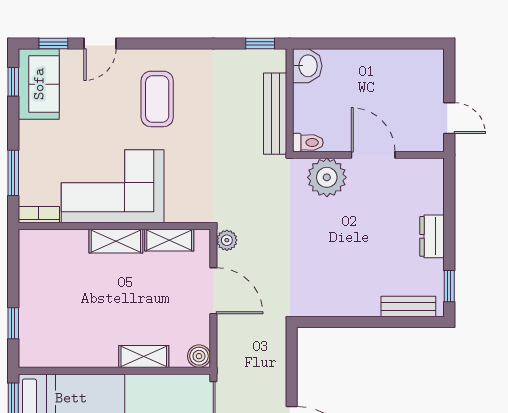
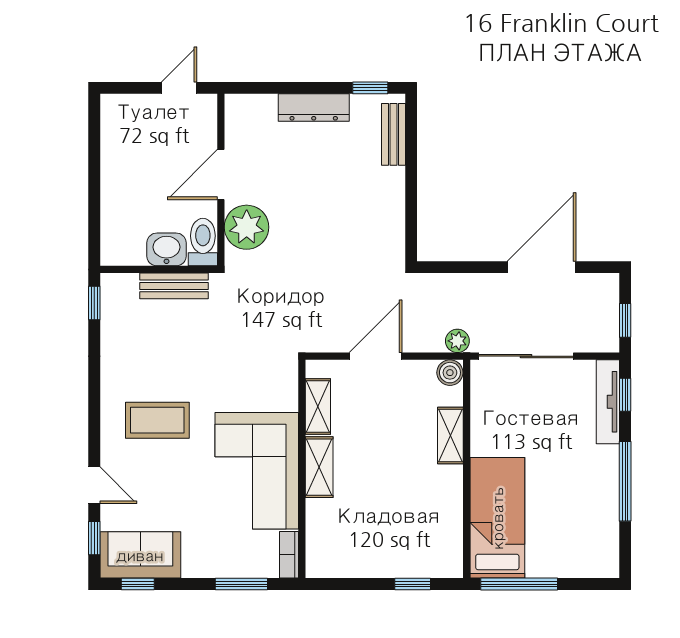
washbasin: (307, 66) -> (166, 249), moved
bench: (275, 114) -> (174, 286), width x0.73
toilet: (308, 142) -> (203, 242), width x1.37, depth x1.39
dresser: (432, 236) -> (314, 107), width x1.44
plant: (227, 240) -> (457, 341), moved

